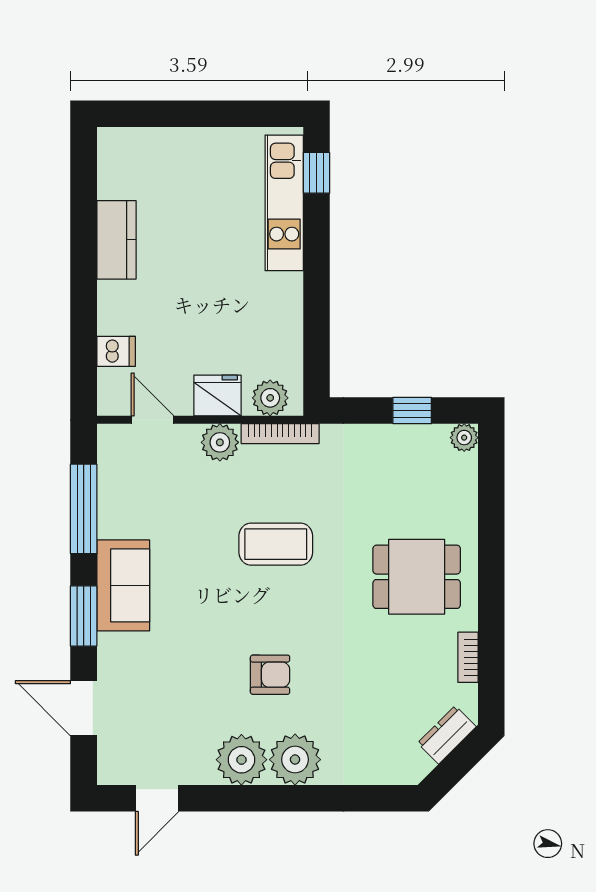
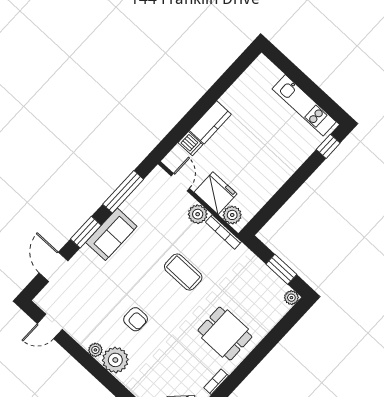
kitchen unit: (284, 203) -> (304, 105), moved, turned -90
kitchen counter: (116, 240) -> (210, 122), moved
fridge: (217, 395) -> (216, 193), width x1.36, depth x1.34
window: (412, 410) -> (281, 269), width x1.50
plant: (241, 760) -> (95, 350), width x0.53, depth x0.53

